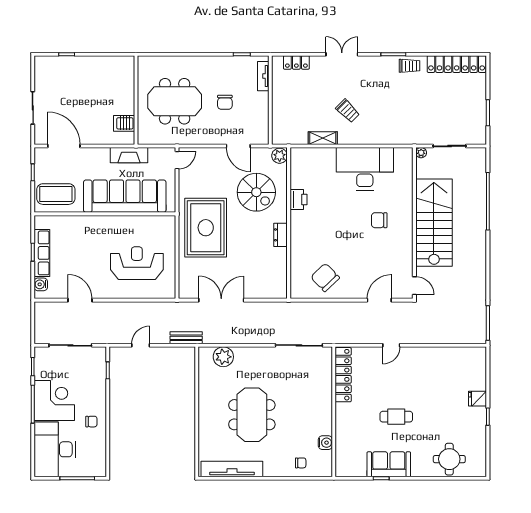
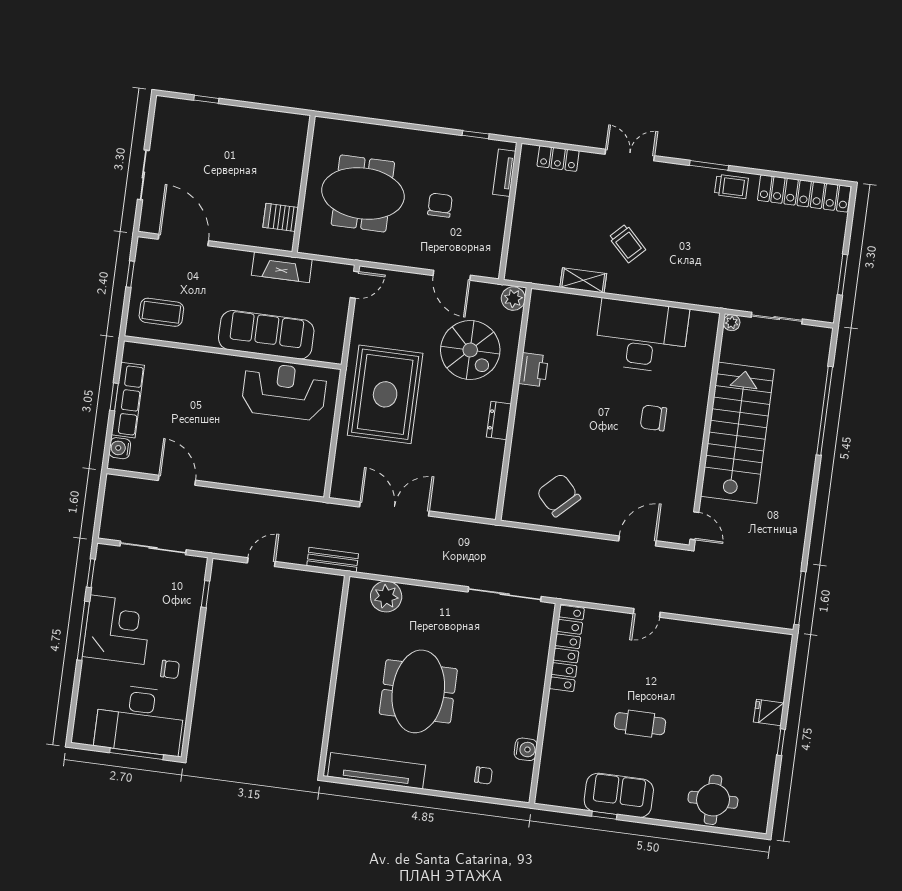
chair: (225, 102) -> (440, 205), turned 180
coffee table: (56, 194) -> (161, 312), width x0.73, depth x0.76
sofa: (125, 196) -> (266, 335), width x0.74, depth x0.79
reception desk: (137, 263) -> (284, 391), moved
desk: (55, 449) -> (140, 720), moved, turned -90

